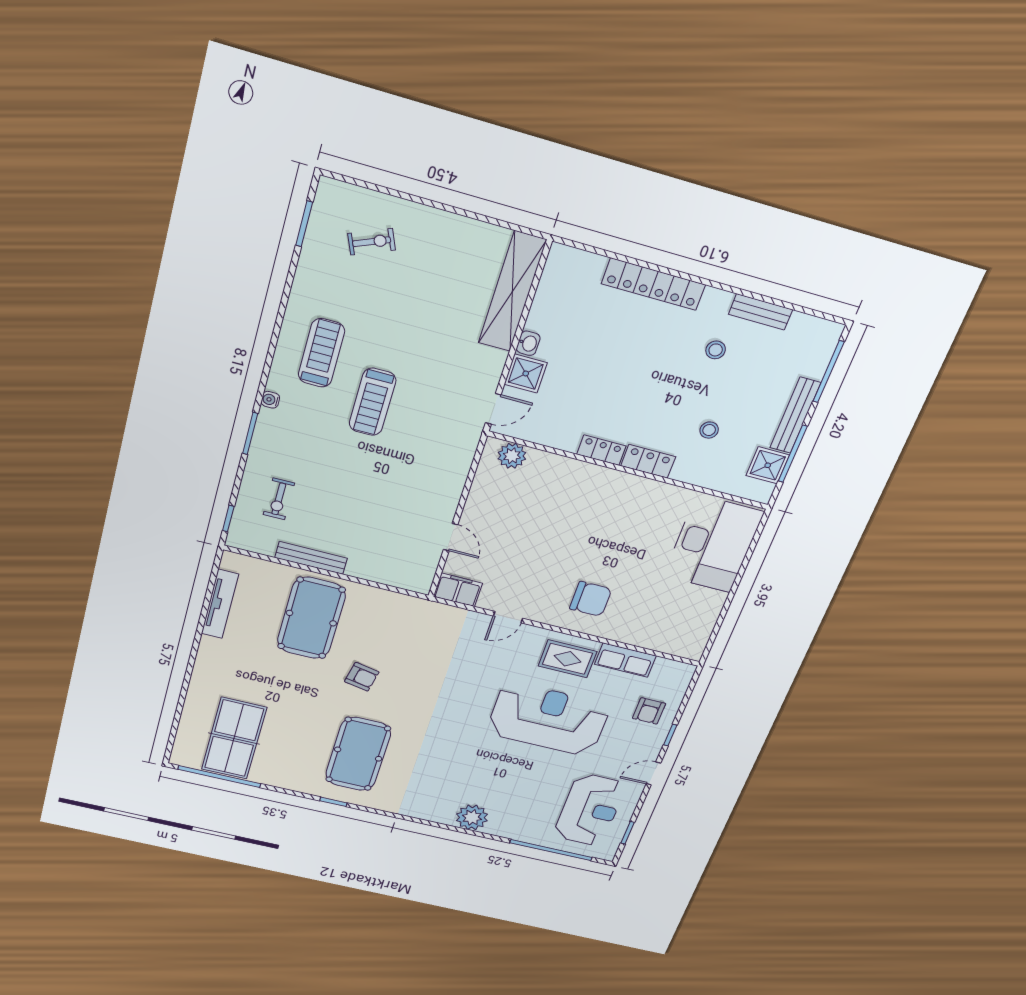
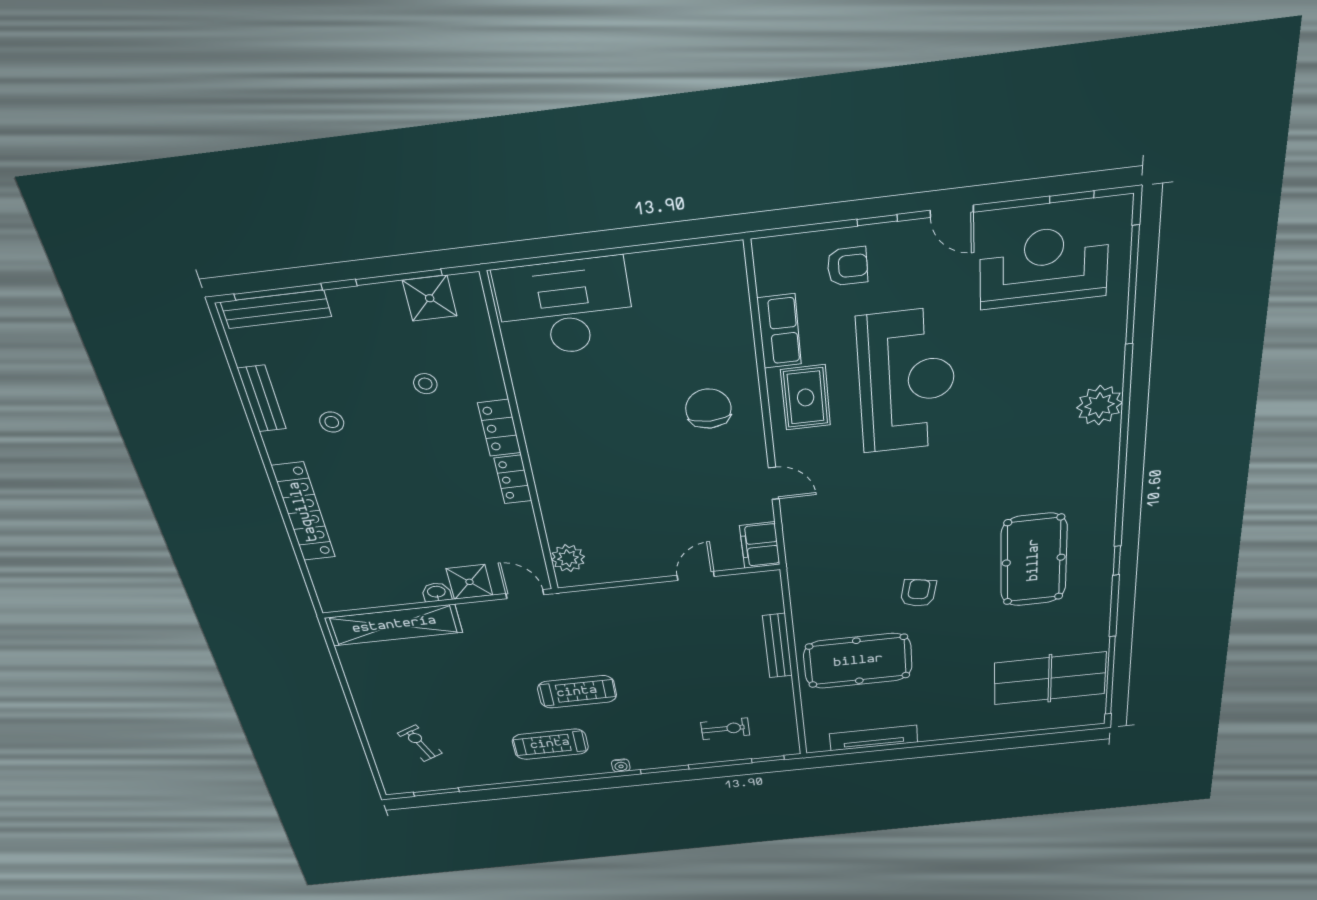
bench: (795, 415) -> (276, 309), moved
bench: (311, 558) -> (777, 646), moved
reception desk: (548, 719) -> (907, 381), turned 180
pool table: (358, 754) -> (1034, 560), turned 90

